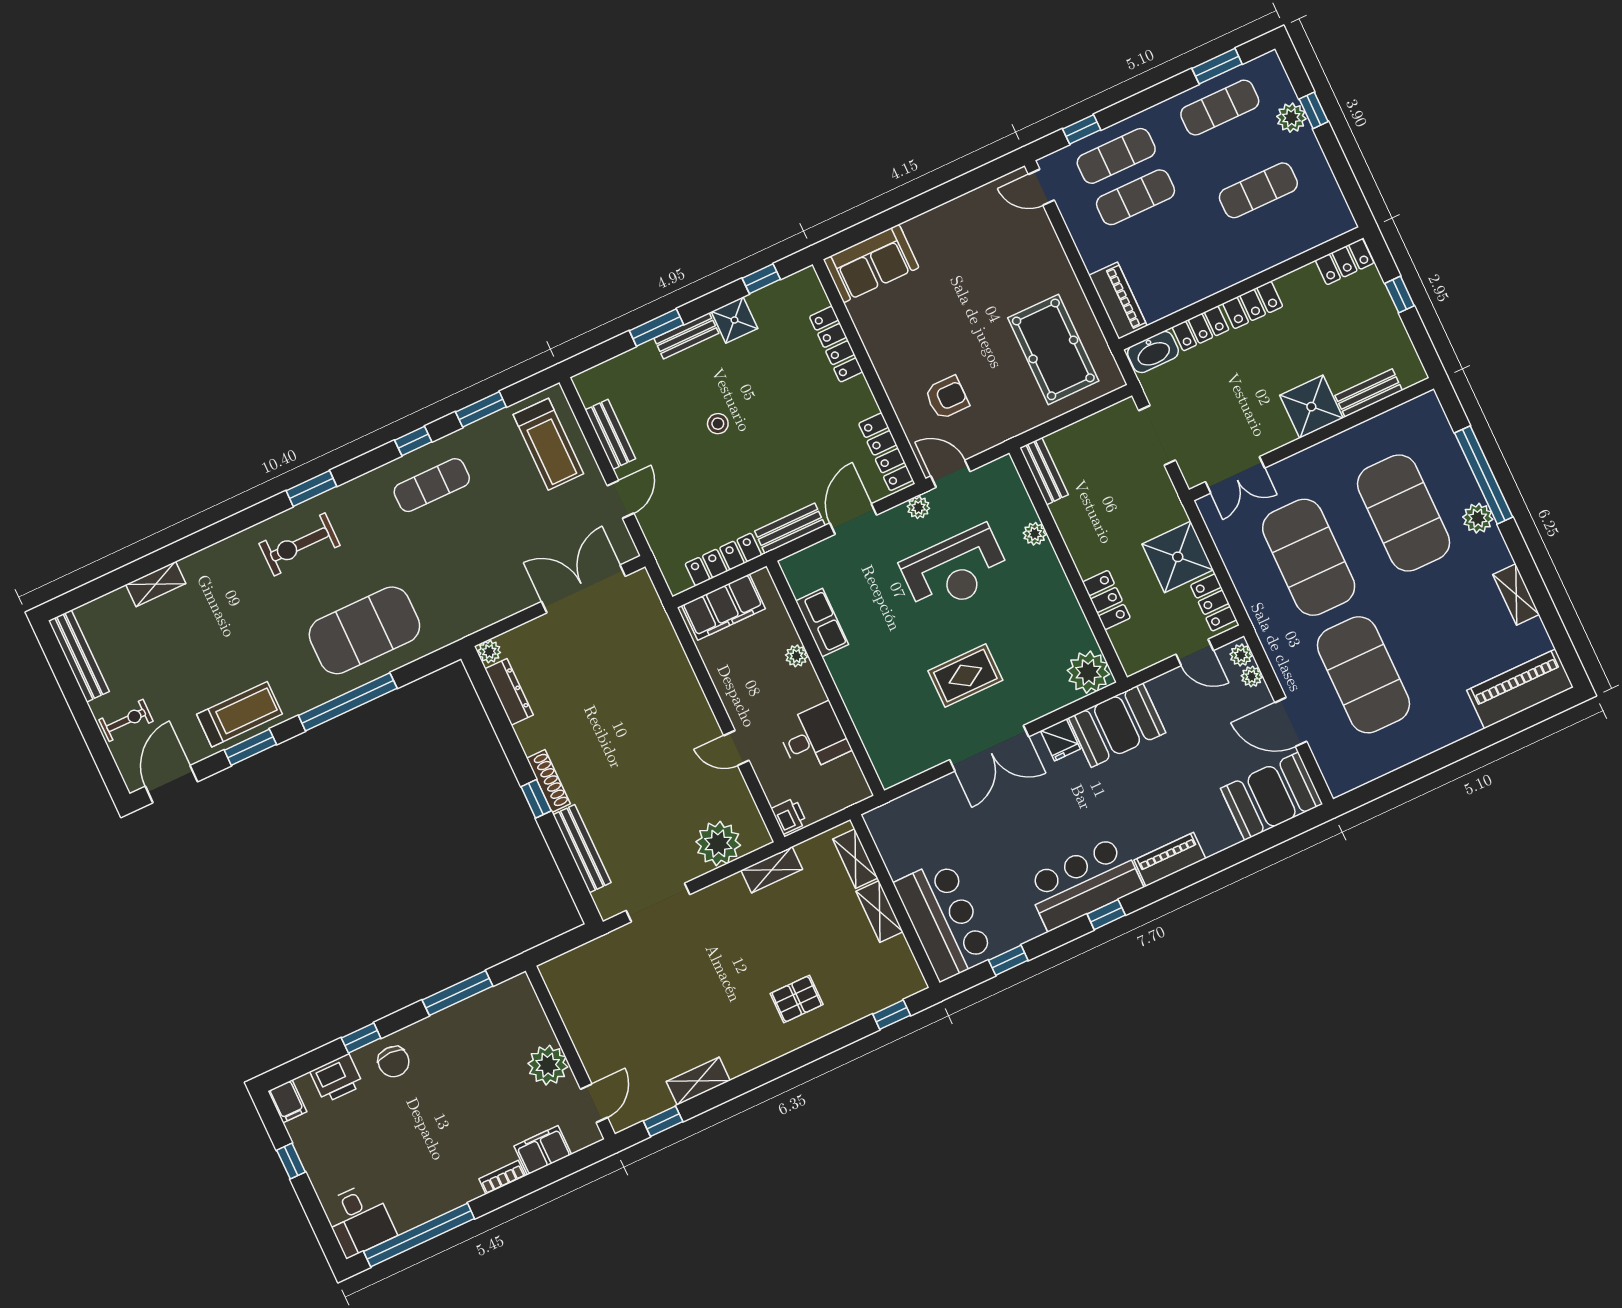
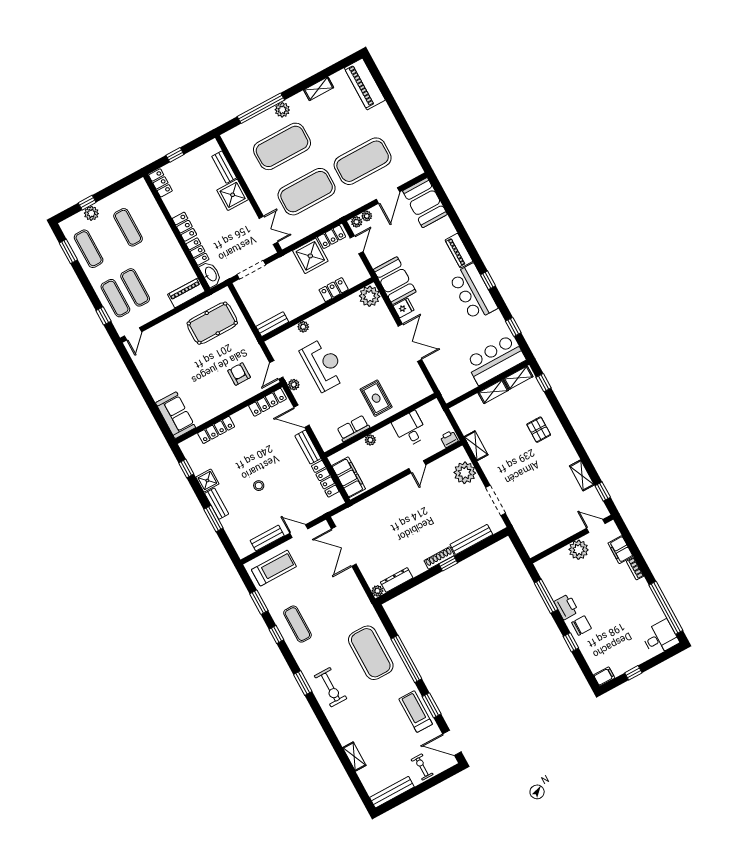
rug: (965, 676) -> (376, 398), moved
shelving: (855, 859) -> (518, 378), moved
printer: (337, 1078) -> (566, 607), moved

